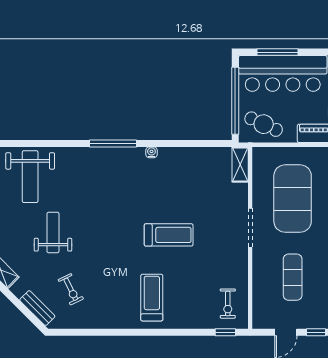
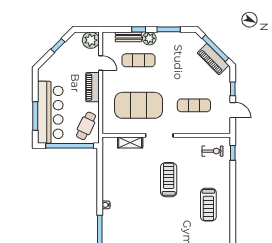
shelving: (240, 165) -> (130, 142), moved
treadmill: (169, 235) -> (169, 180), moved
treadmill: (152, 298) -> (208, 205), turned -90

